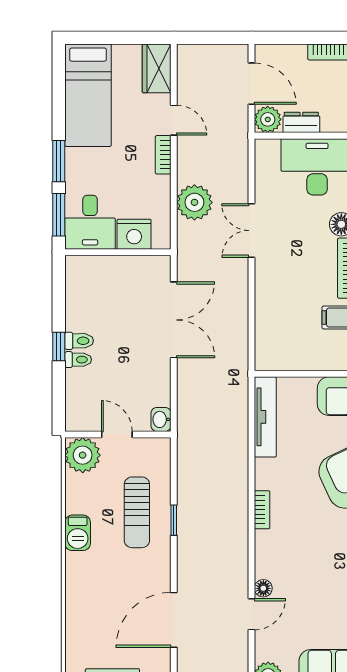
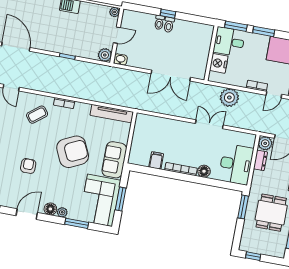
plant: (158, 450) -> (105, 55), added
plant: (83, 455) -> (115, 12), width x0.53, depth x0.53
sun lounger: (137, 512) -> (75, 38), removed
coffee table: (293, 556) -> (37, 115), added
floor lamp: (263, 588) -> (23, 96), removed

